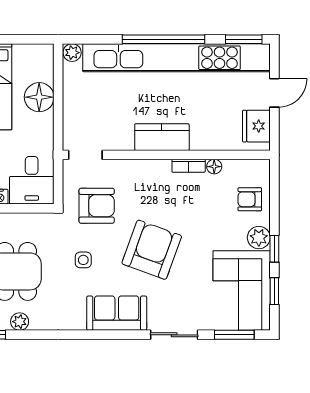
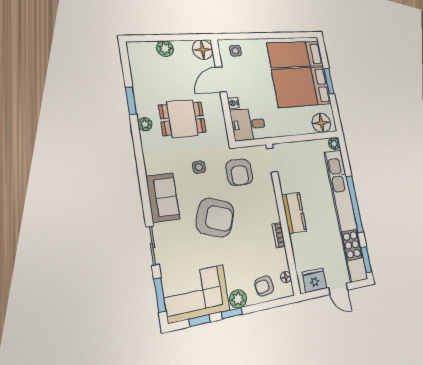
floor lamp: (39, 97) -> (321, 123), moved
floor lamp: (214, 167) -> (286, 277), moved
armchair: (250, 199) -> (264, 286), turned -99

